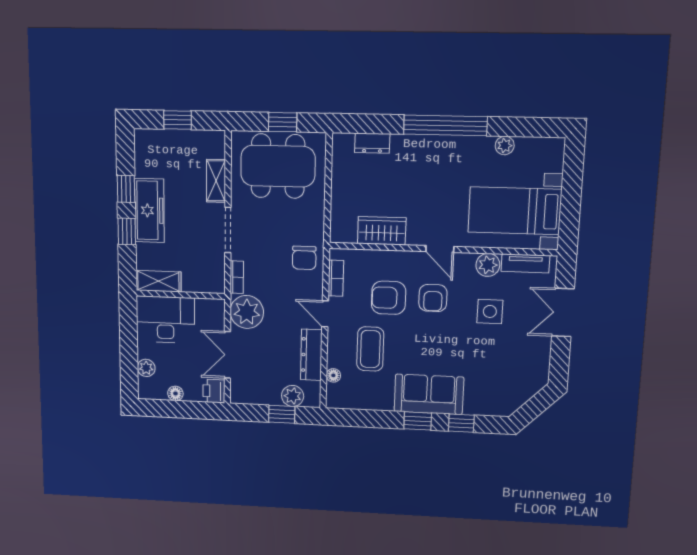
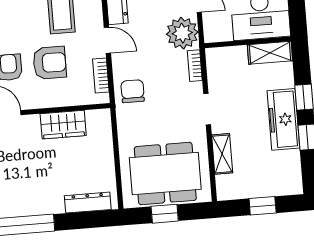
dresser: (372, 143) -> (88, 203), width x1.44
doorway: (228, 230) -> (207, 109), width x0.73

